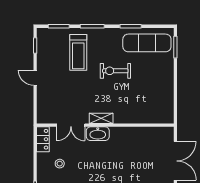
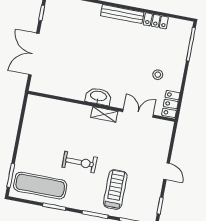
washbasin: (98, 134) -> (98, 96), moved

